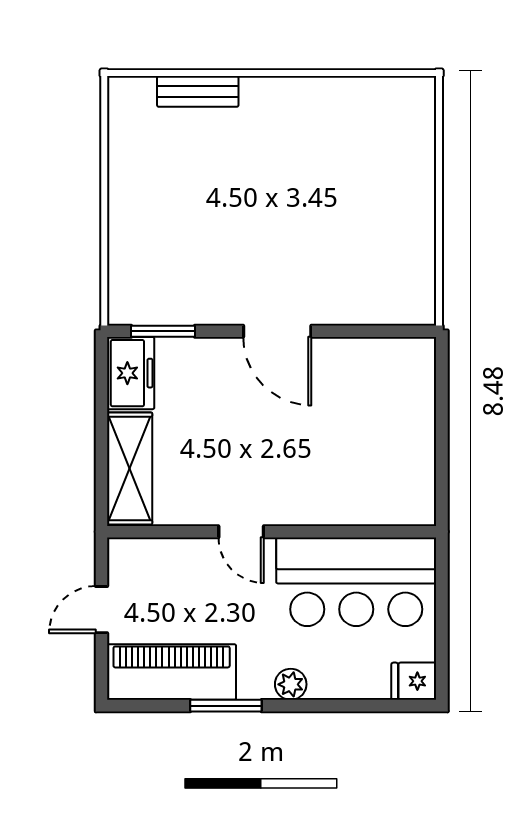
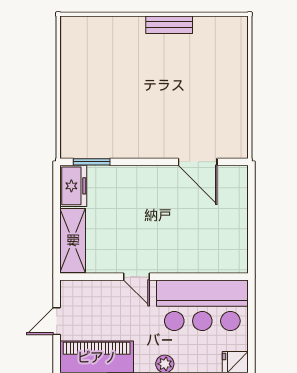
bench: (198, 91) -> (169, 25), moved
door: (277, 331) -> (198, 162), moved

